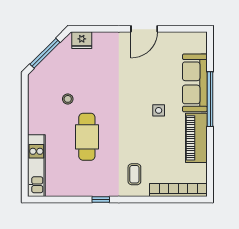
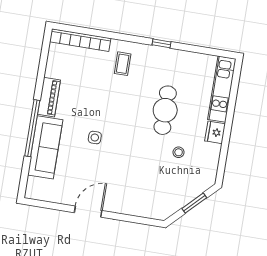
fridge: (82, 40) -> (215, 132), moved, turned -90
window: (45, 53) -> (194, 203), width x0.69
side table: (159, 110) -> (95, 138), moved
piano: (196, 138) -> (49, 97), width x0.73, depth x0.75

